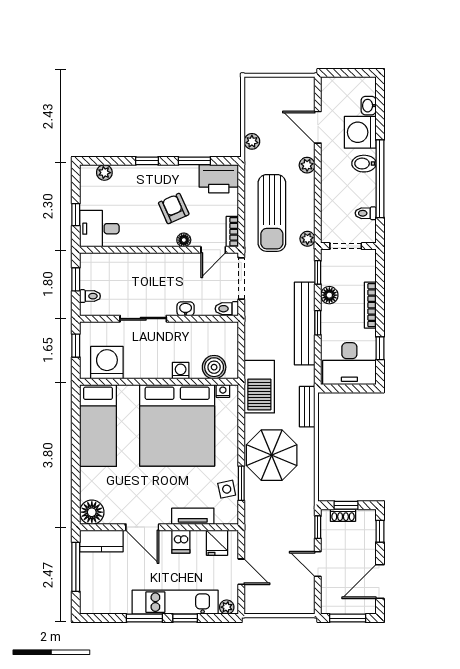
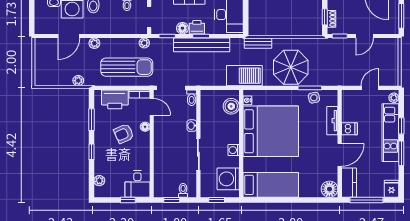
printer: (219, 179) -> (115, 99), moved, turned 90
printer: (331, 316) -> (197, 27), added
washing machine: (181, 371) -> (234, 150), moved
fridge: (217, 543) -> (391, 189), moved, turned -90

